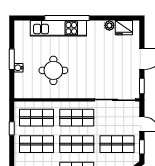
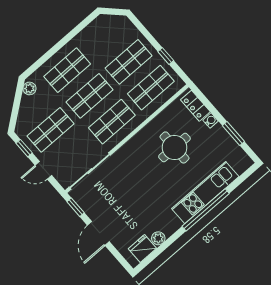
window: (12, 59) -> (233, 134), moved
locker: (20, 84) -> (195, 106), added

